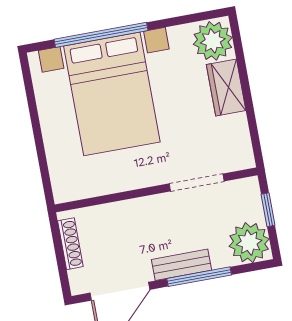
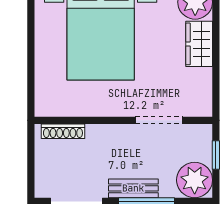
shoe rack: (70, 244) -> (63, 131), moved, turned 90

